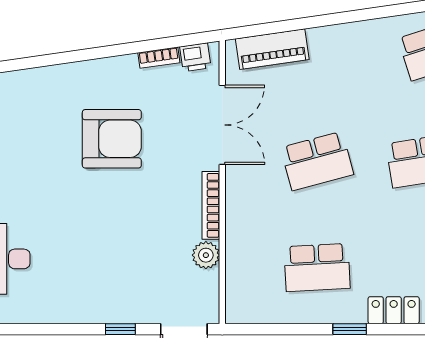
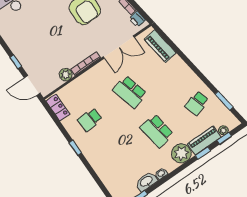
school desk: (317, 268) -> (90, 120), width x0.54
locker: (394, 310) -> (58, 108), moved

